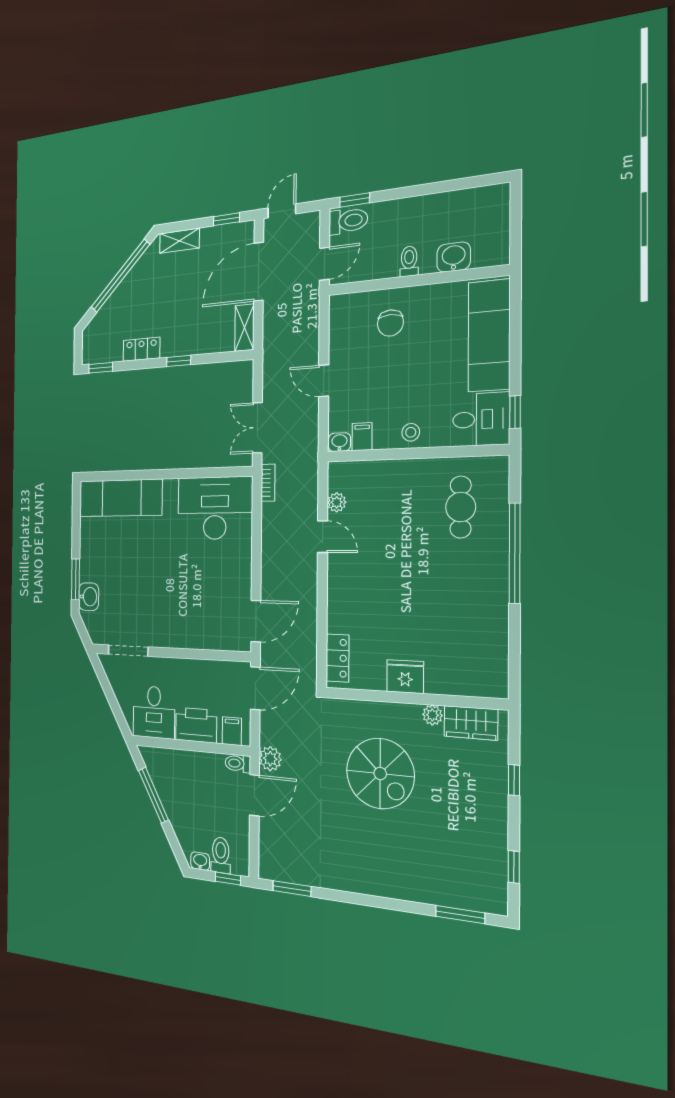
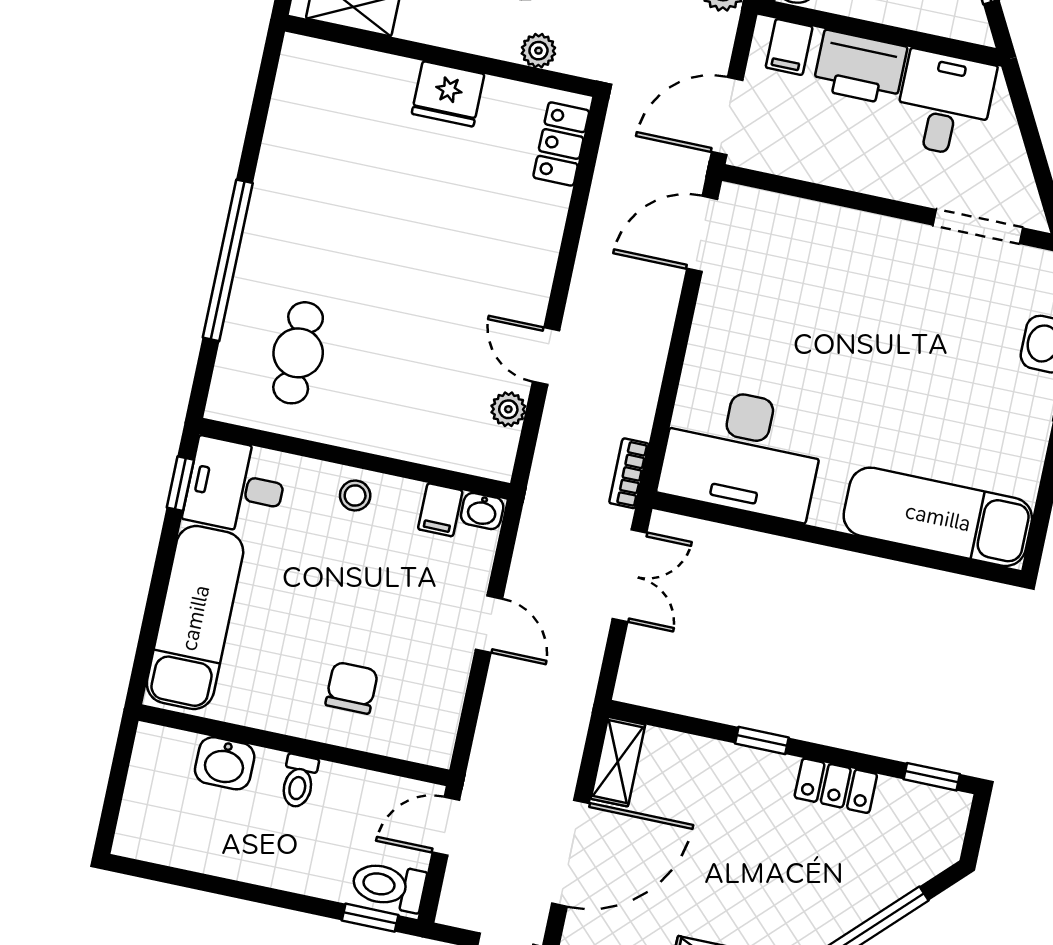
plant: (432, 715) -> (538, 51), moved

